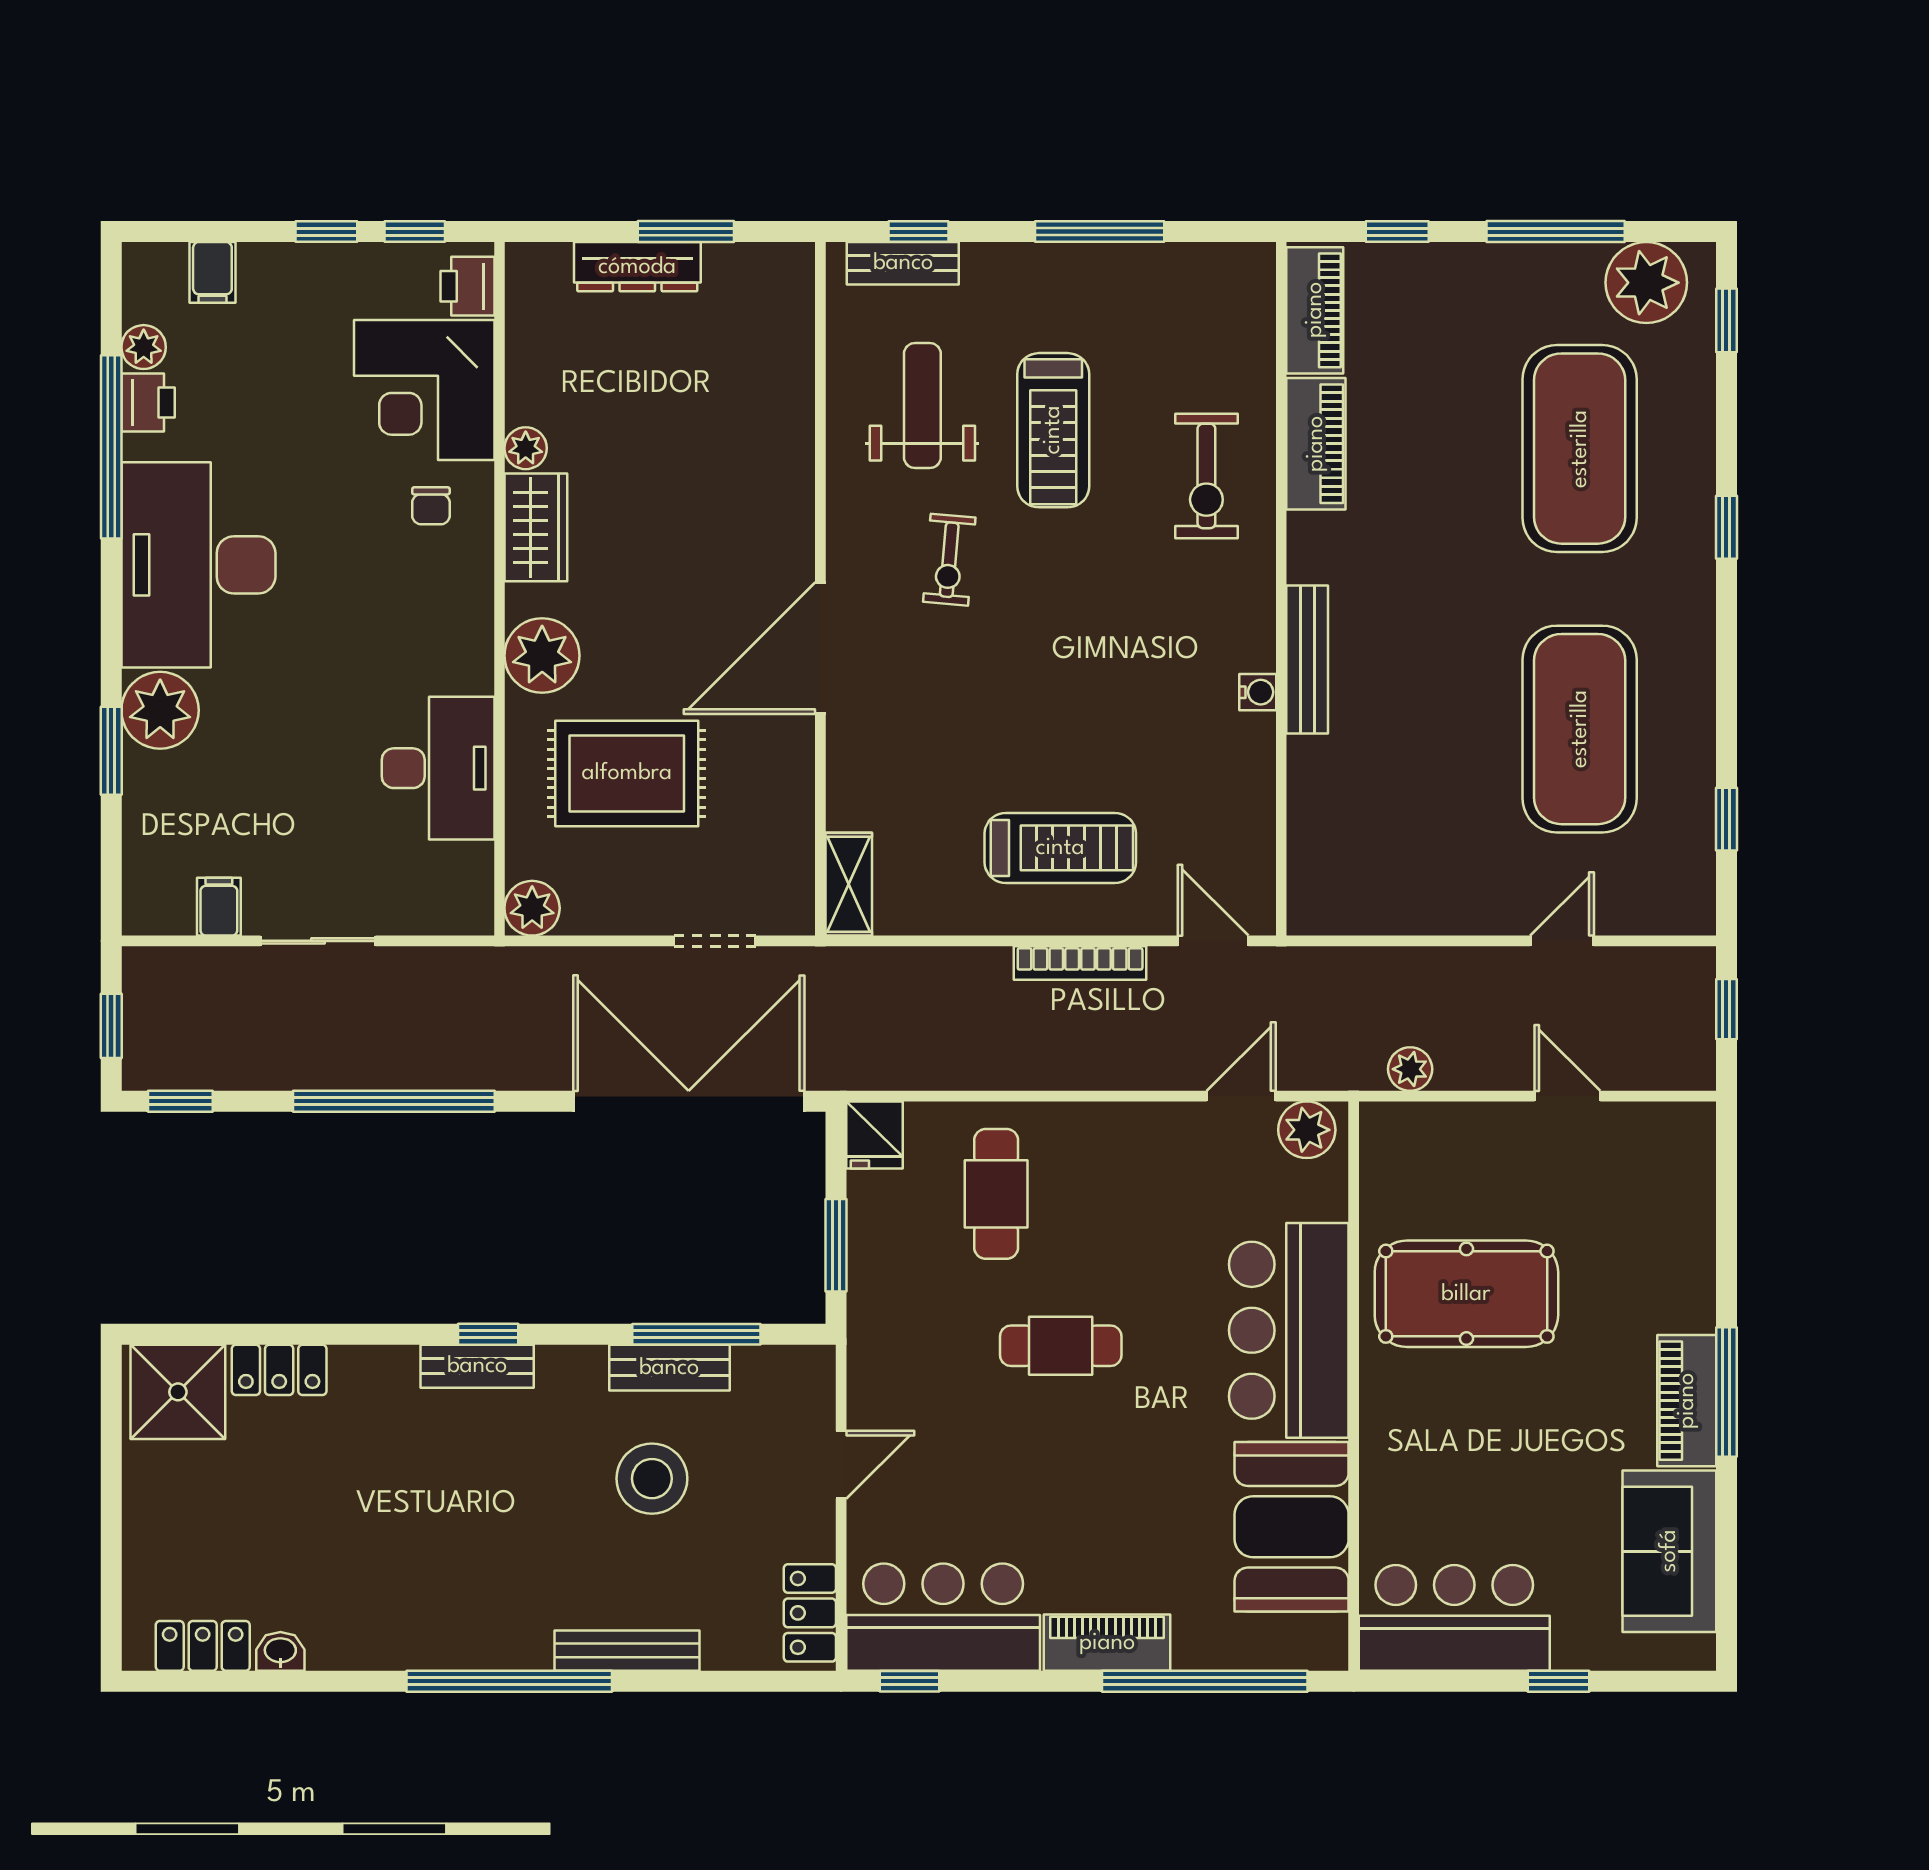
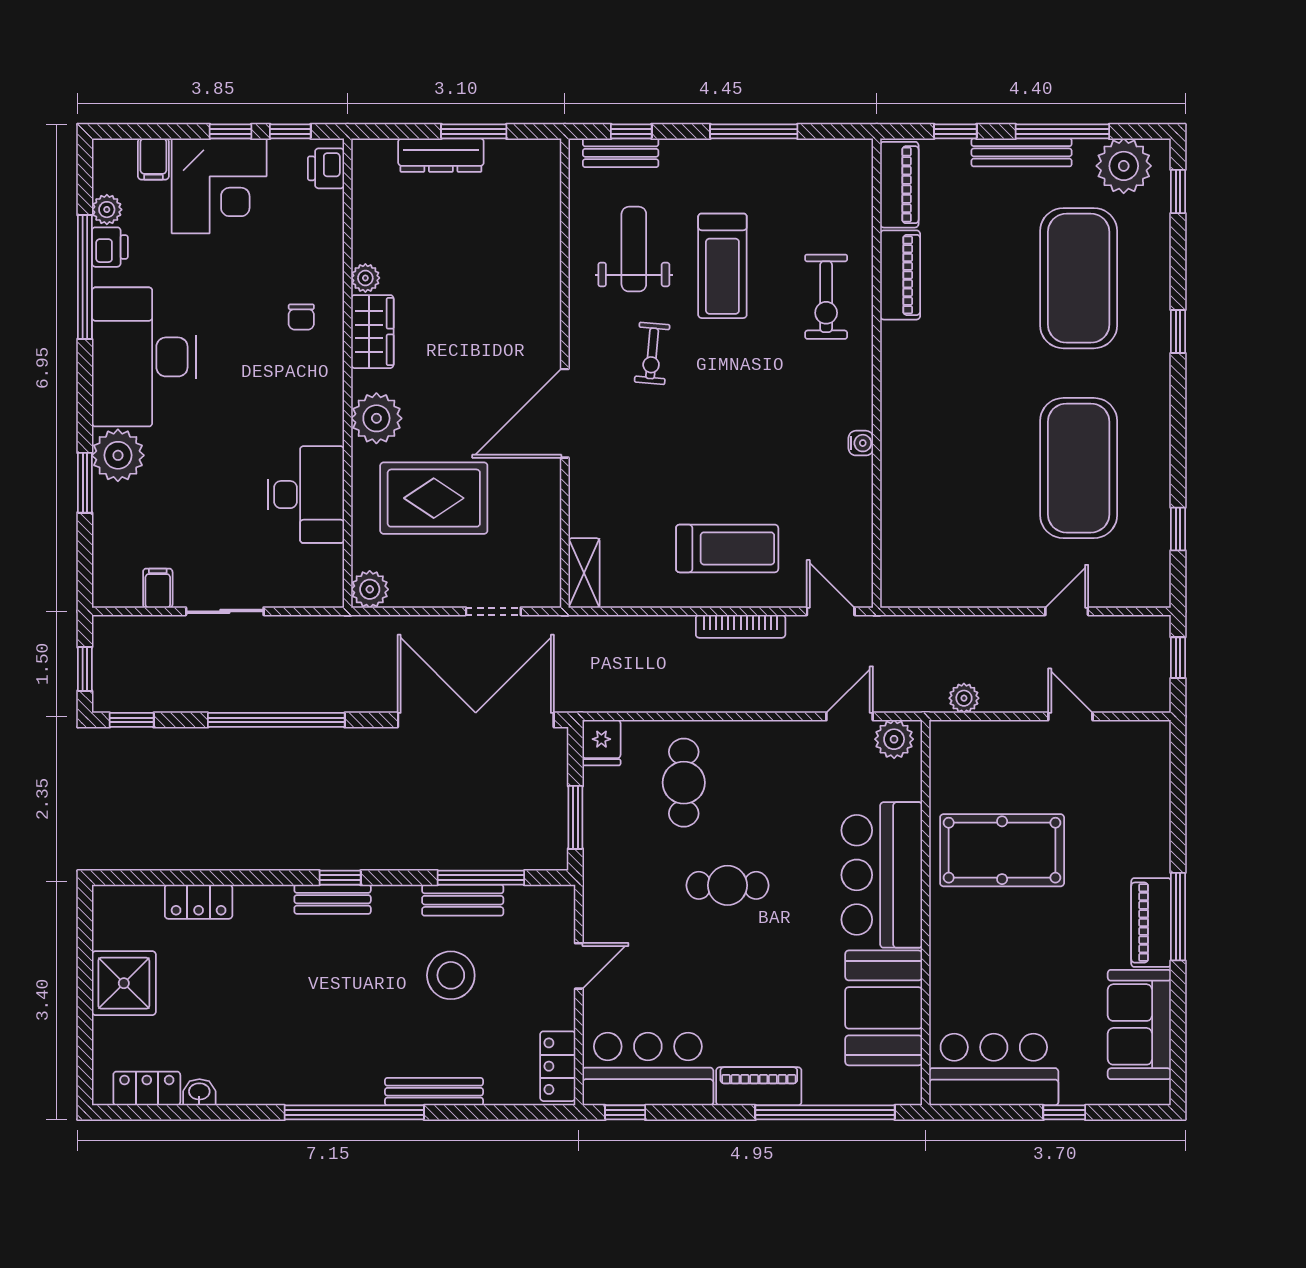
corner desk: (424, 390) -> (219, 186), moved, turned -90
bench: (1307, 659) -> (1022, 152), moved, turned 90
shower: (178, 1392) -> (124, 983), moved

